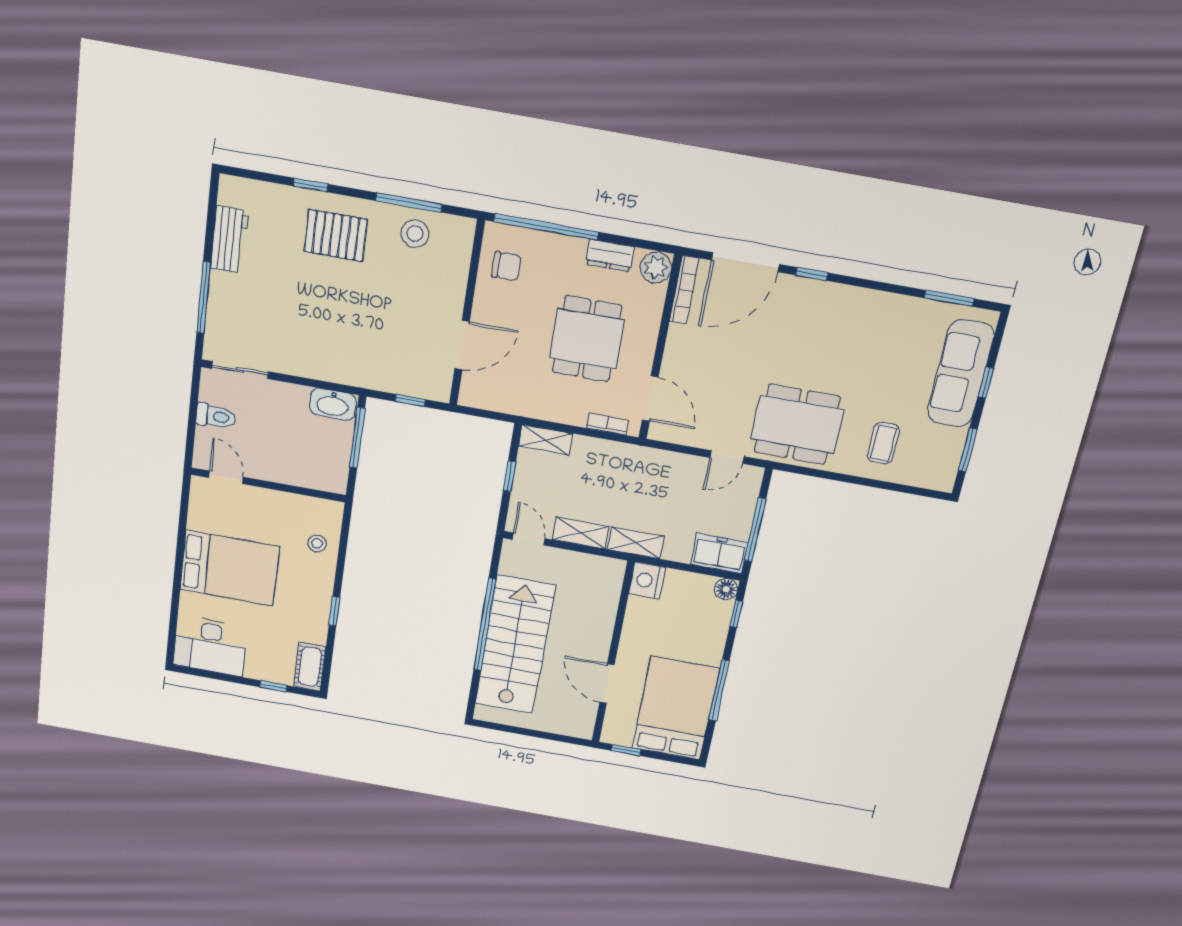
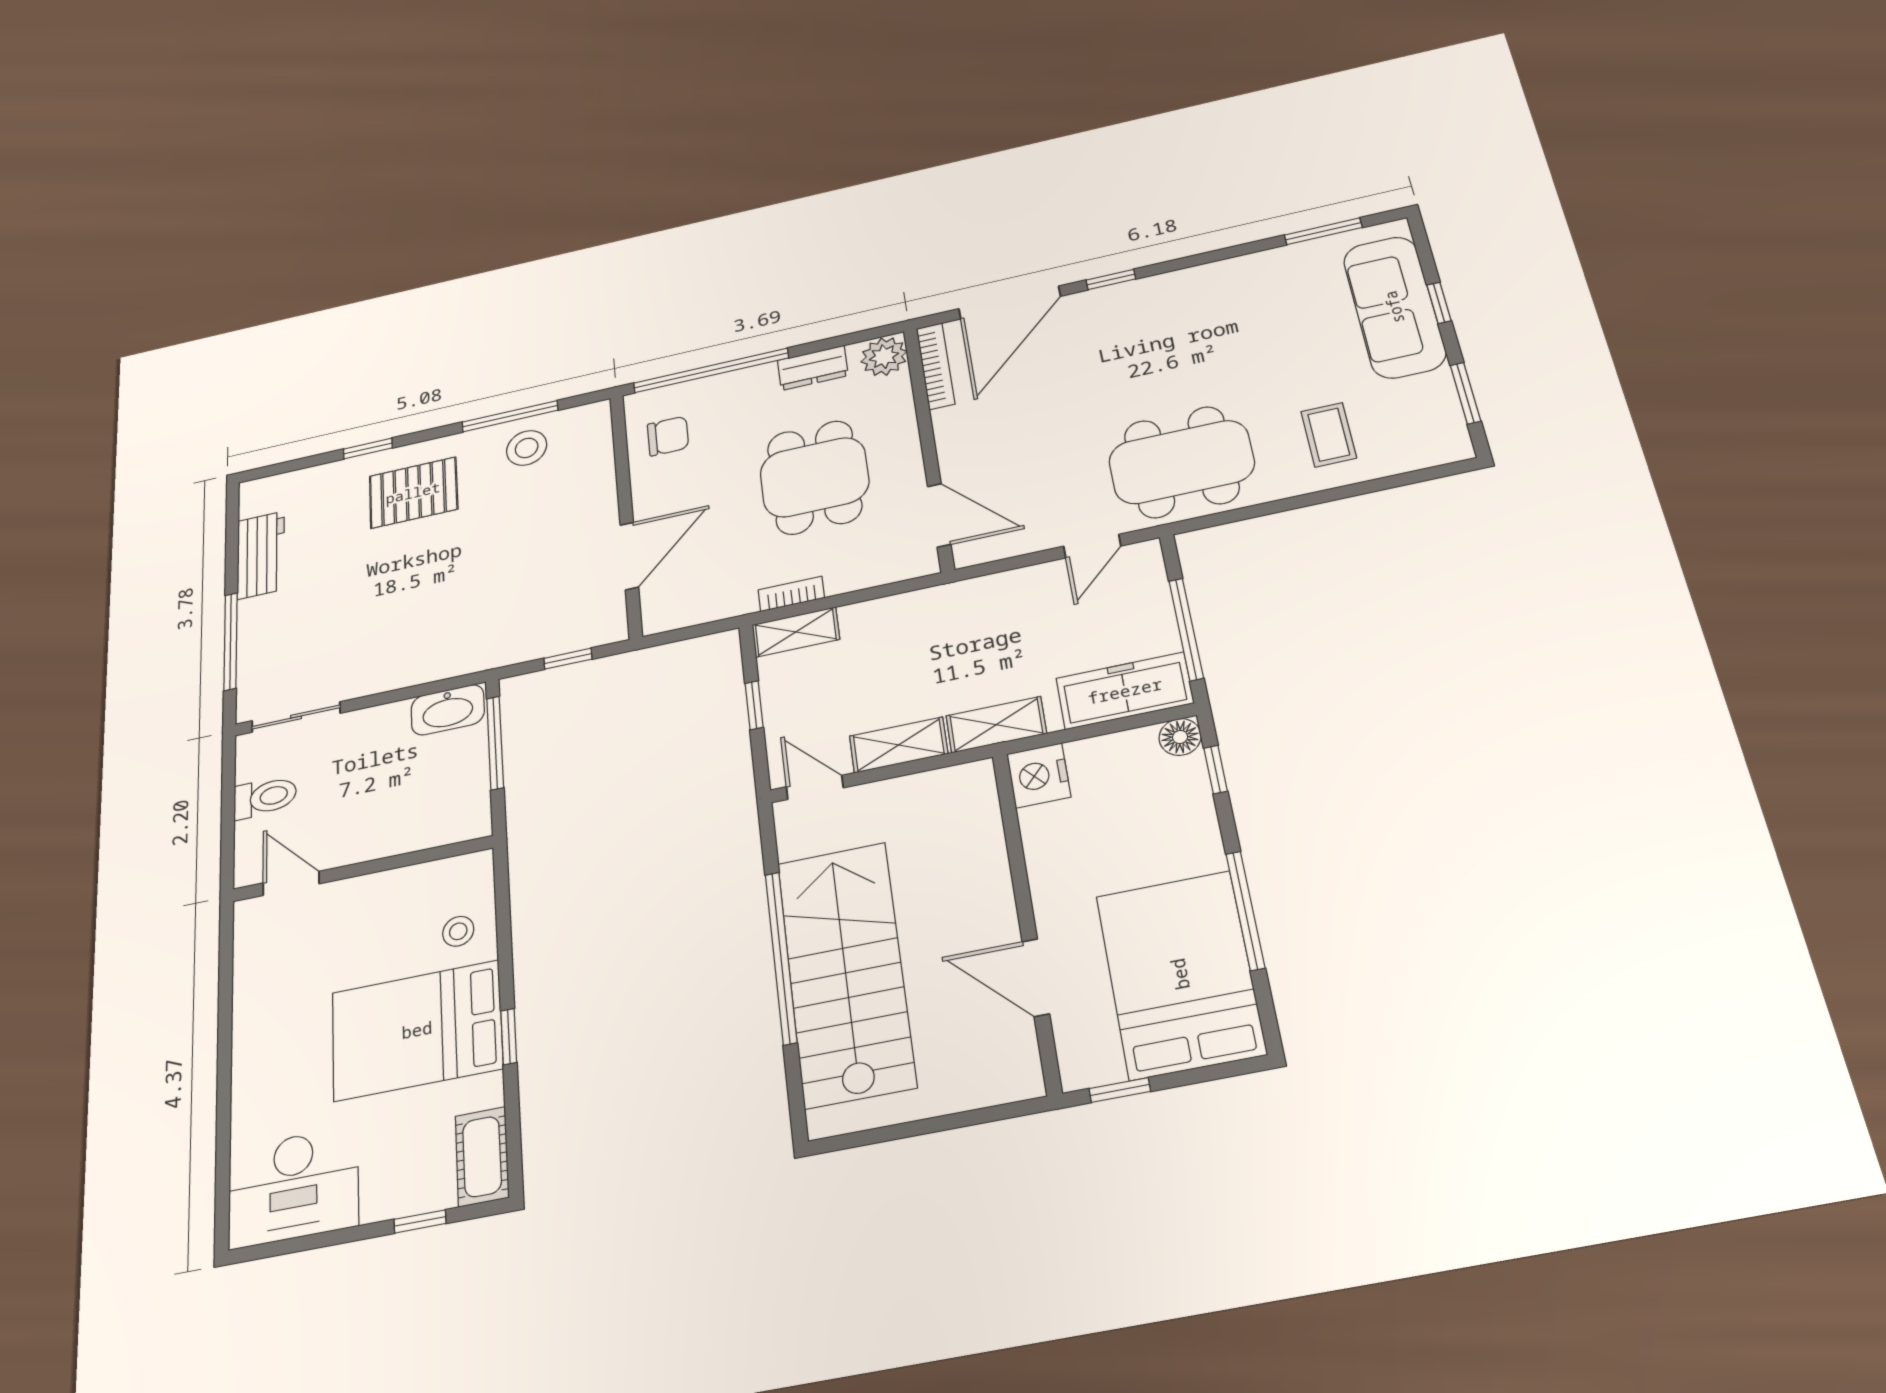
bookcase: (607, 424) -> (791, 594), moved
freezer: (719, 553) -> (1125, 691), width x1.40
bed: (229, 568) -> (417, 1030), moved, turned 180

